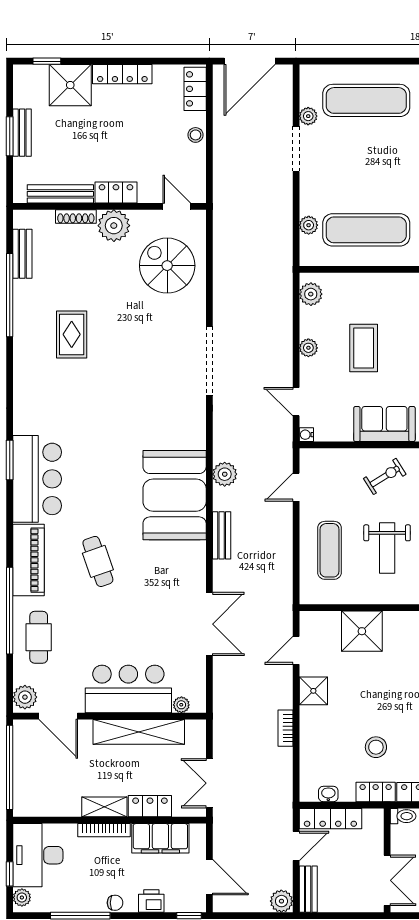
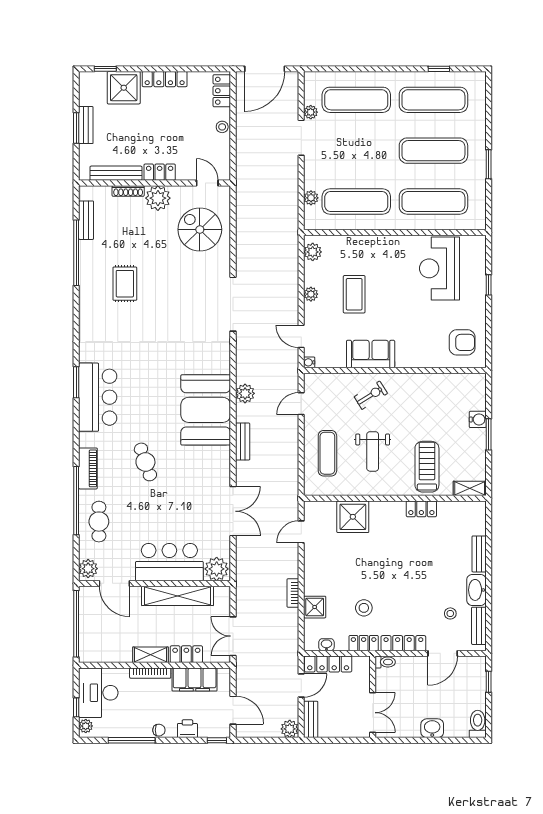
piano: (29, 560) -> (88, 468), width x0.73, depth x0.75
shower: (313, 691) -> (315, 607), moved
plant: (181, 705) -> (217, 569), width x1.88, depth x1.88

